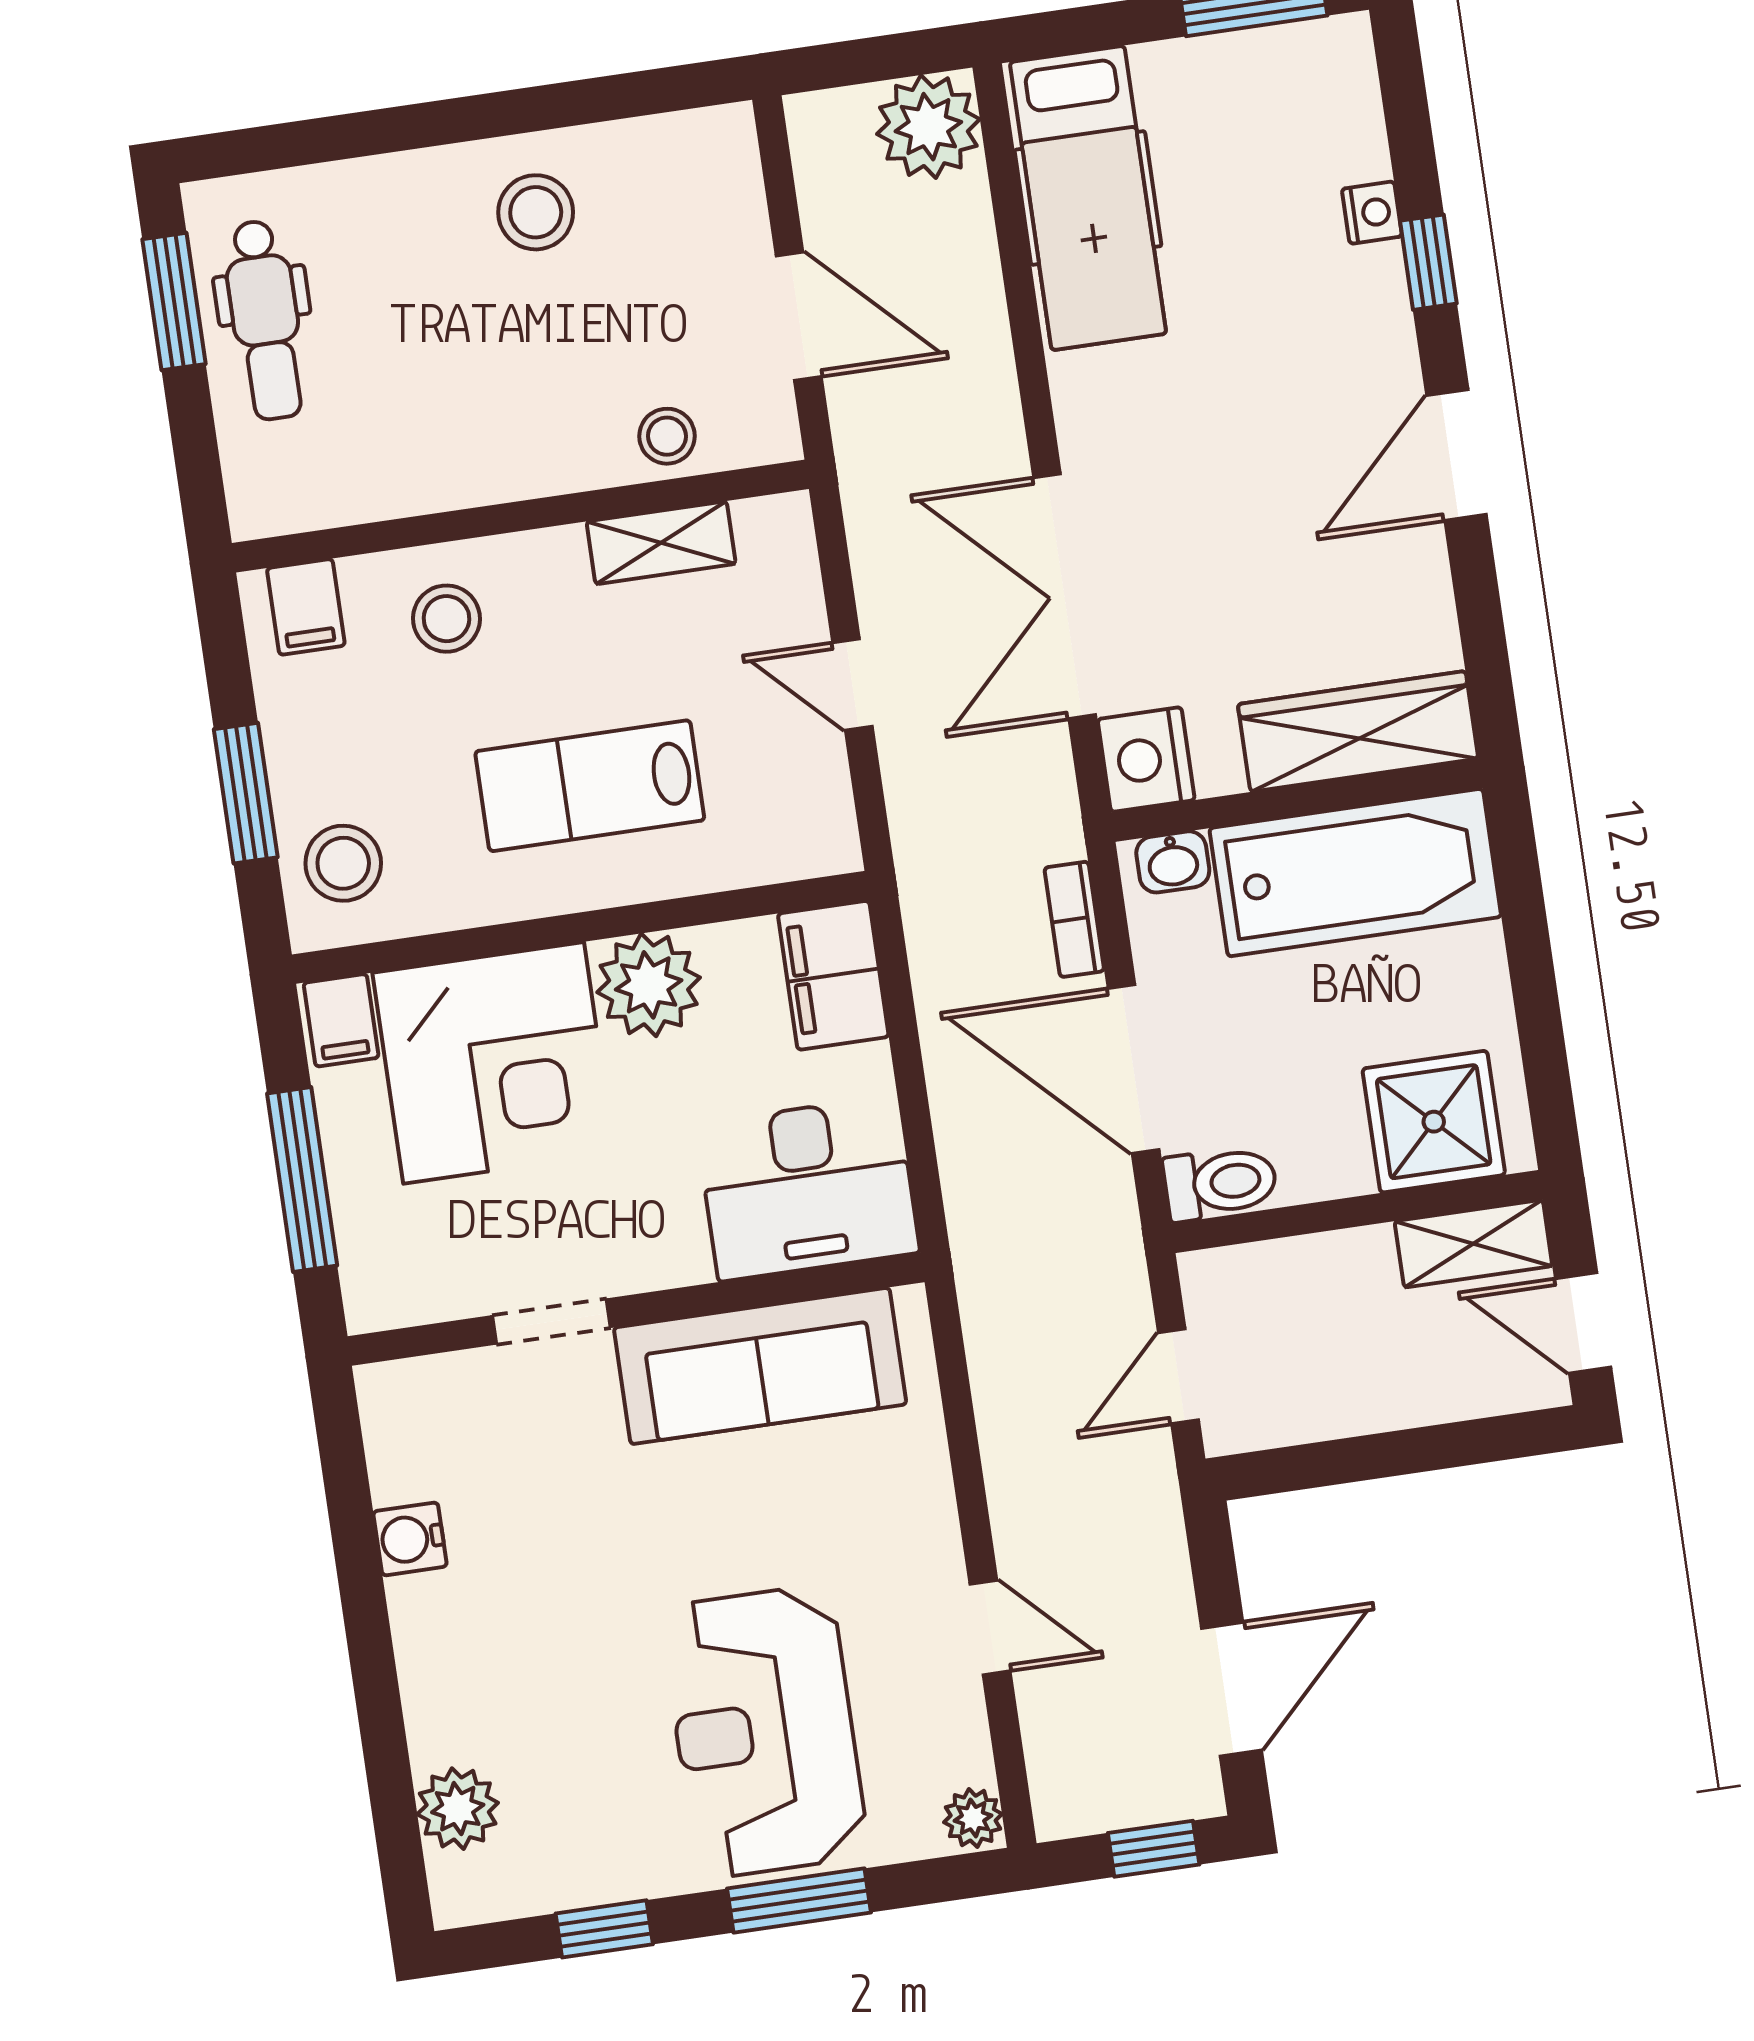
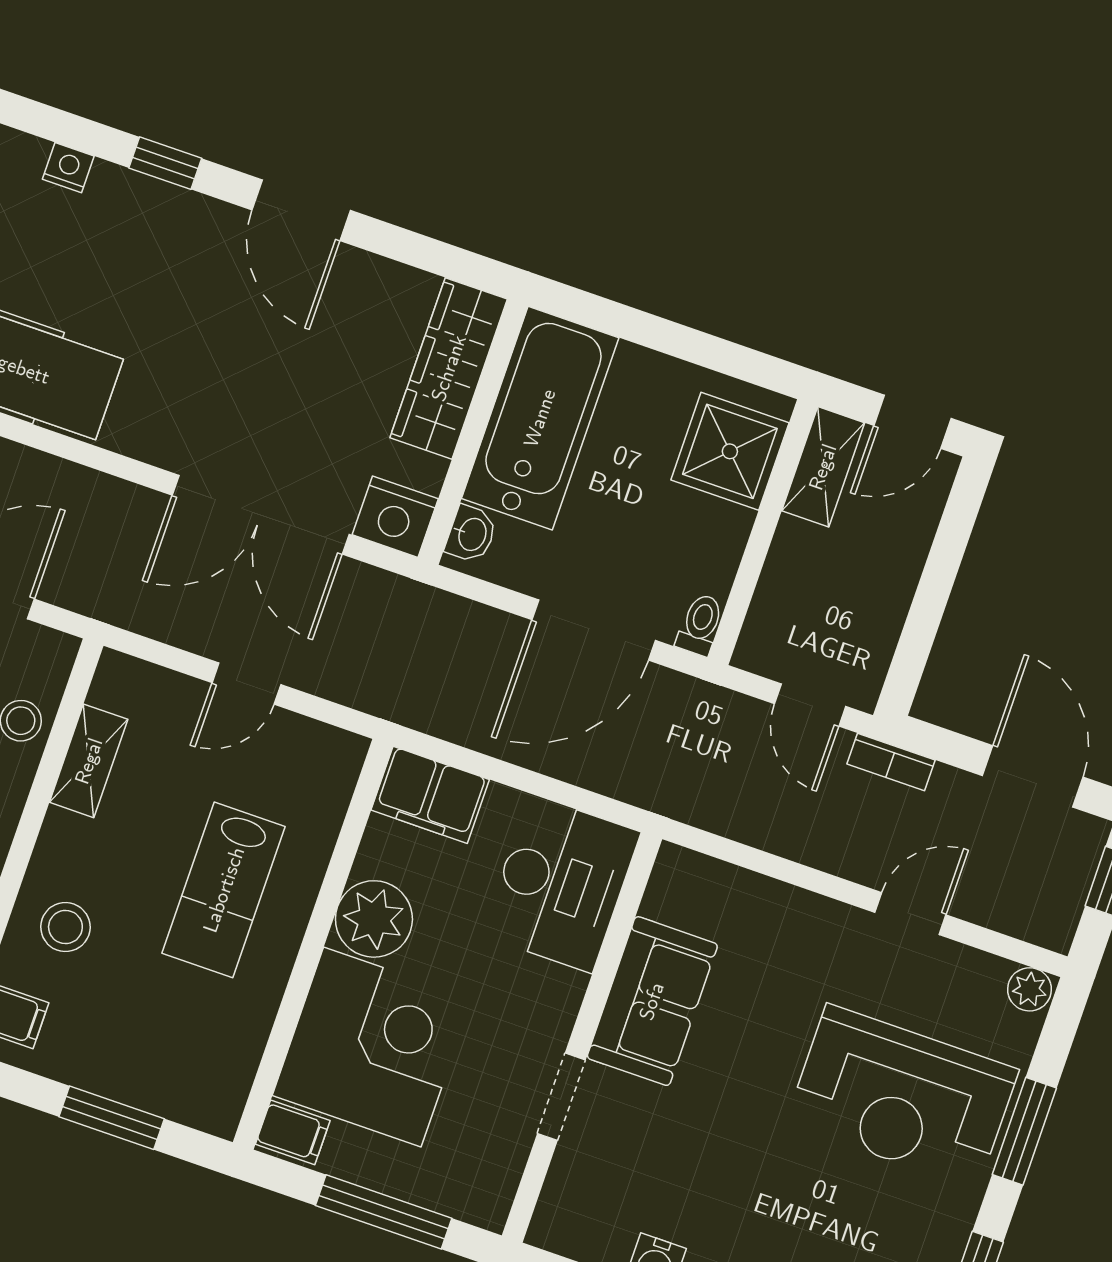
nightstand: (1372, 213) -> (68, 168), moved
stool: (343, 863) -> (191, 1078), removed
bookcase: (1074, 919) -> (891, 762), moved
toilet: (1220, 1183) -> (700, 625), width x0.73, depth x0.72
sofa: (760, 1366) -> (652, 1001), width x0.73

